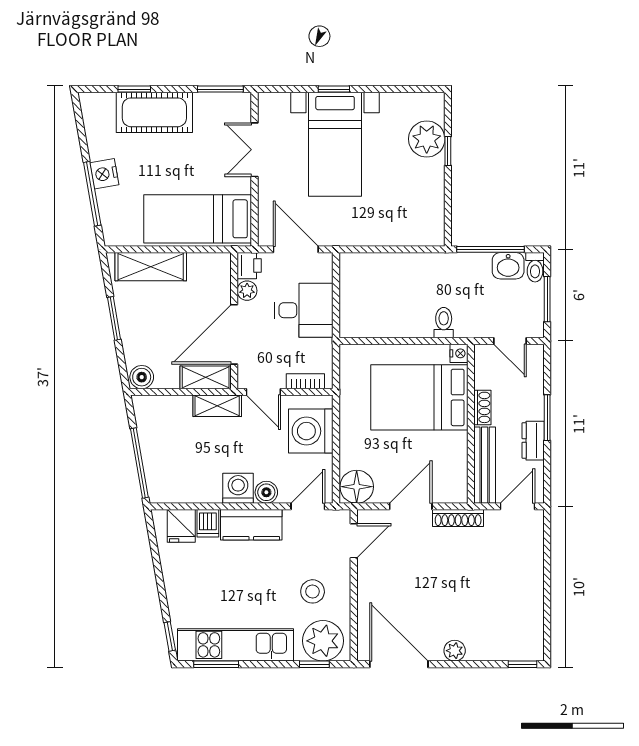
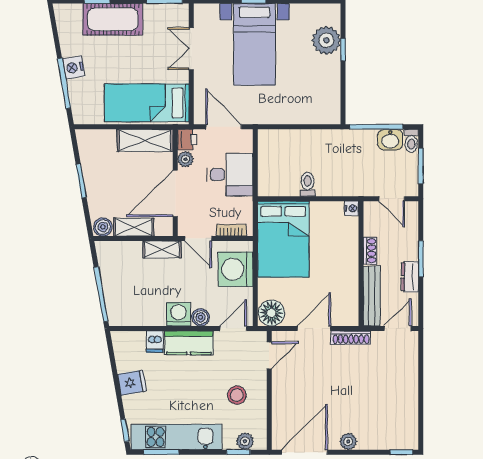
shelving: (151, 267) -> (145, 140), moved
toilet: (444, 323) -> (308, 184), moved
shelving: (206, 377) -> (134, 227), moved
bed: (419, 397) -> (283, 239), moved, turned -90
fridge: (181, 526) -> (132, 383), moved, turned -100
plant: (323, 641) -> (245, 441), width x0.53, depth x0.53
door: (399, 664) -> (305, 452), hinge flipped

